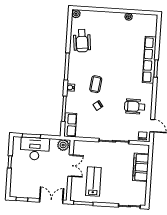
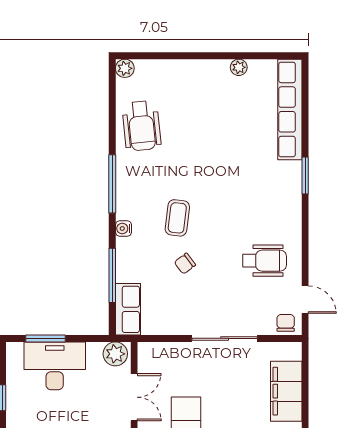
row of seats: (149, 60) -> (290, 109), moved
wheelchair: (135, 107) -> (264, 261), turned 180

